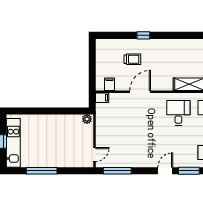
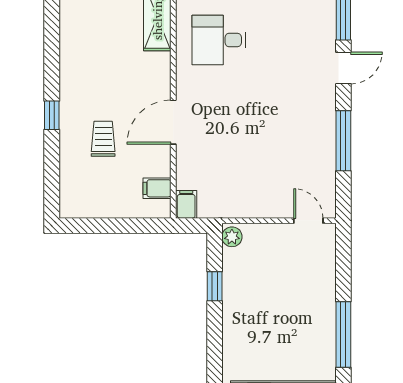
door: (140, 92) -> (173, 122), hinge flipped
window: (64, 111) -> (215, 286), added
window: (117, 171) -> (343, 141), moved
door: (165, 171) -> (343, 68), swing flipped

